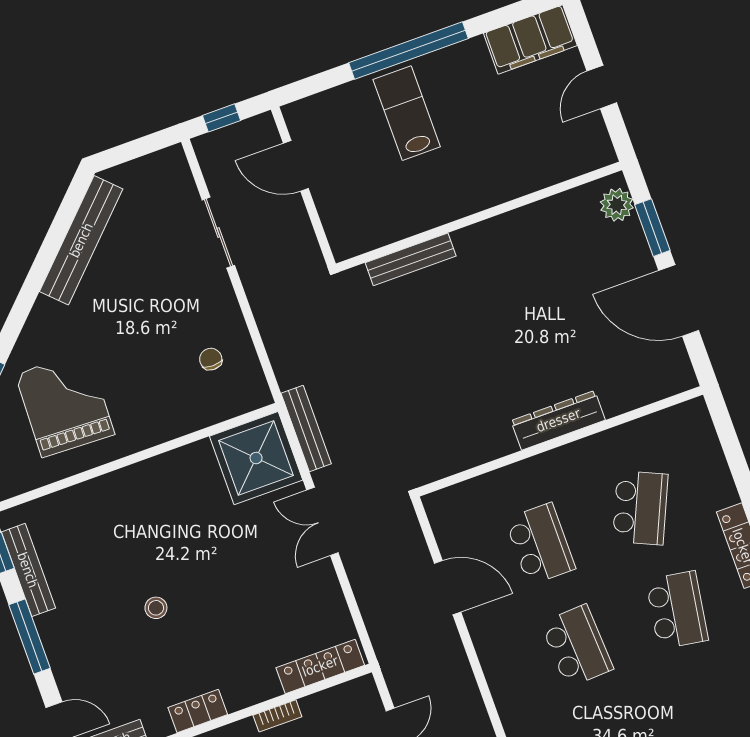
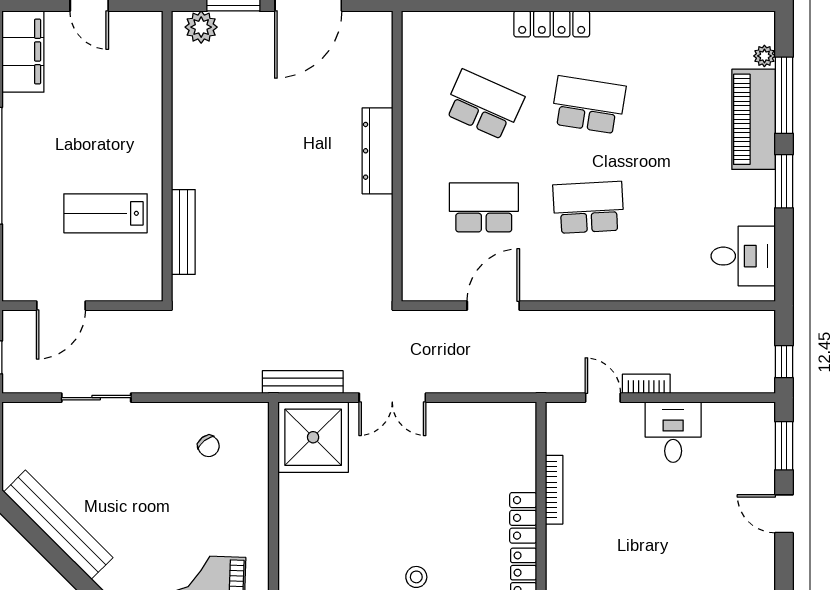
lab bench: (407, 113) -> (106, 213), moved
chair: (211, 359) -> (209, 446), turned -128
locker: (320, 666) -> (523, 518), moved, width x0.66
bookcase: (277, 716) -> (554, 490), width x1.56

